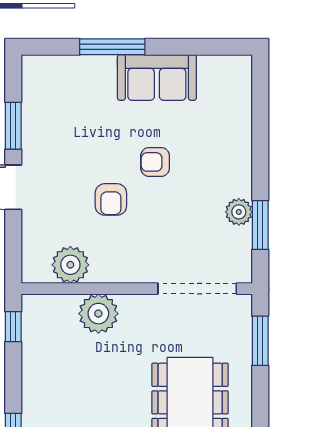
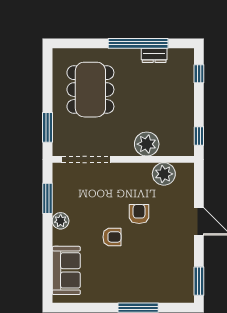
sofa: (157, 77) -> (66, 270), moved, turned 90
window: (13, 126) -> (199, 281), moved
plant: (239, 212) -> (61, 221), moved

